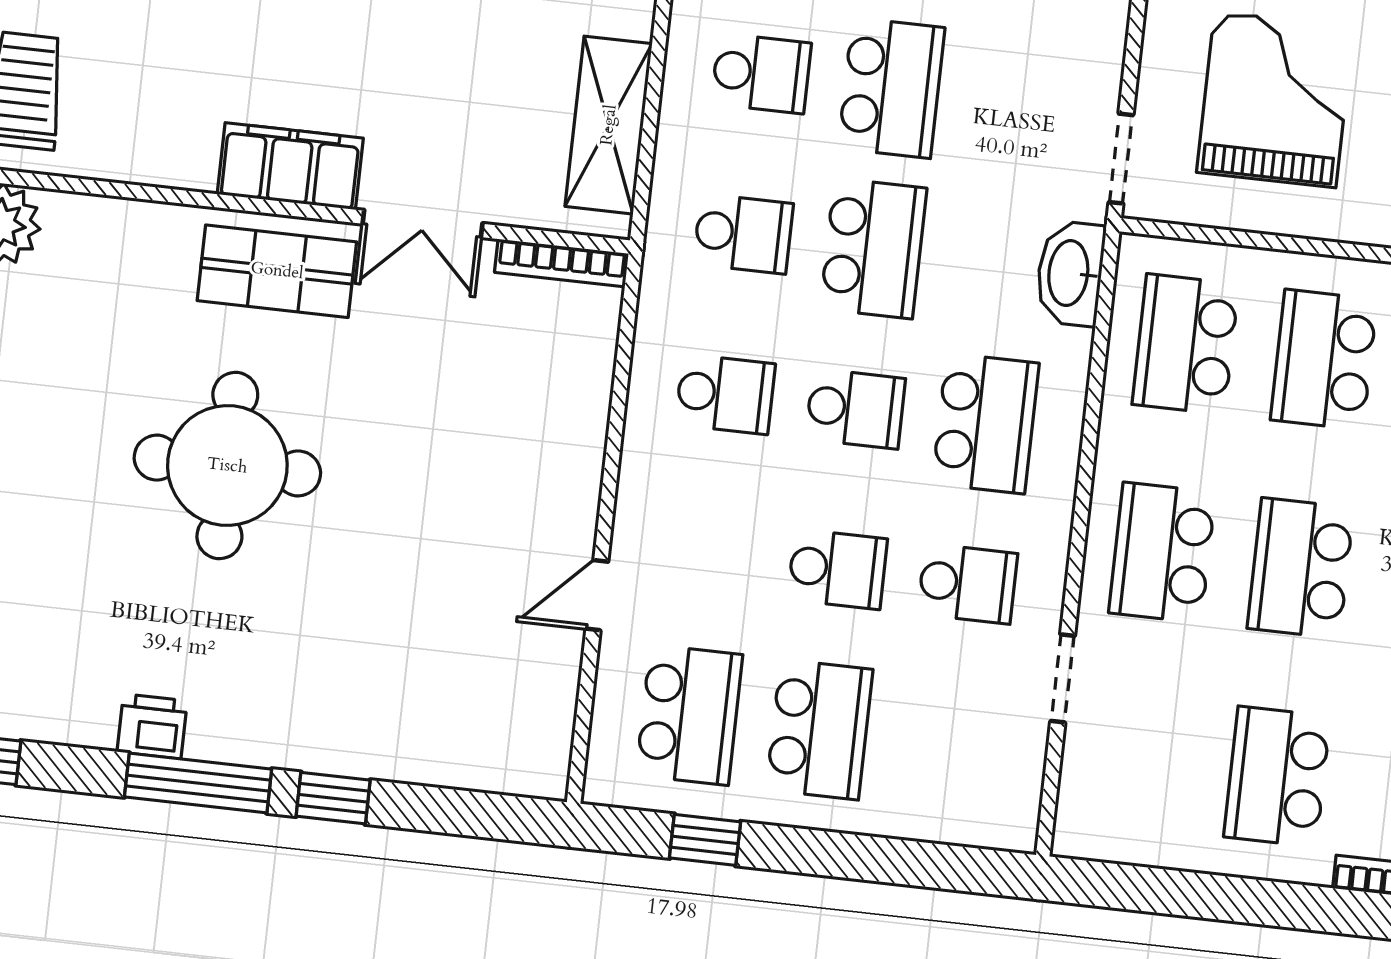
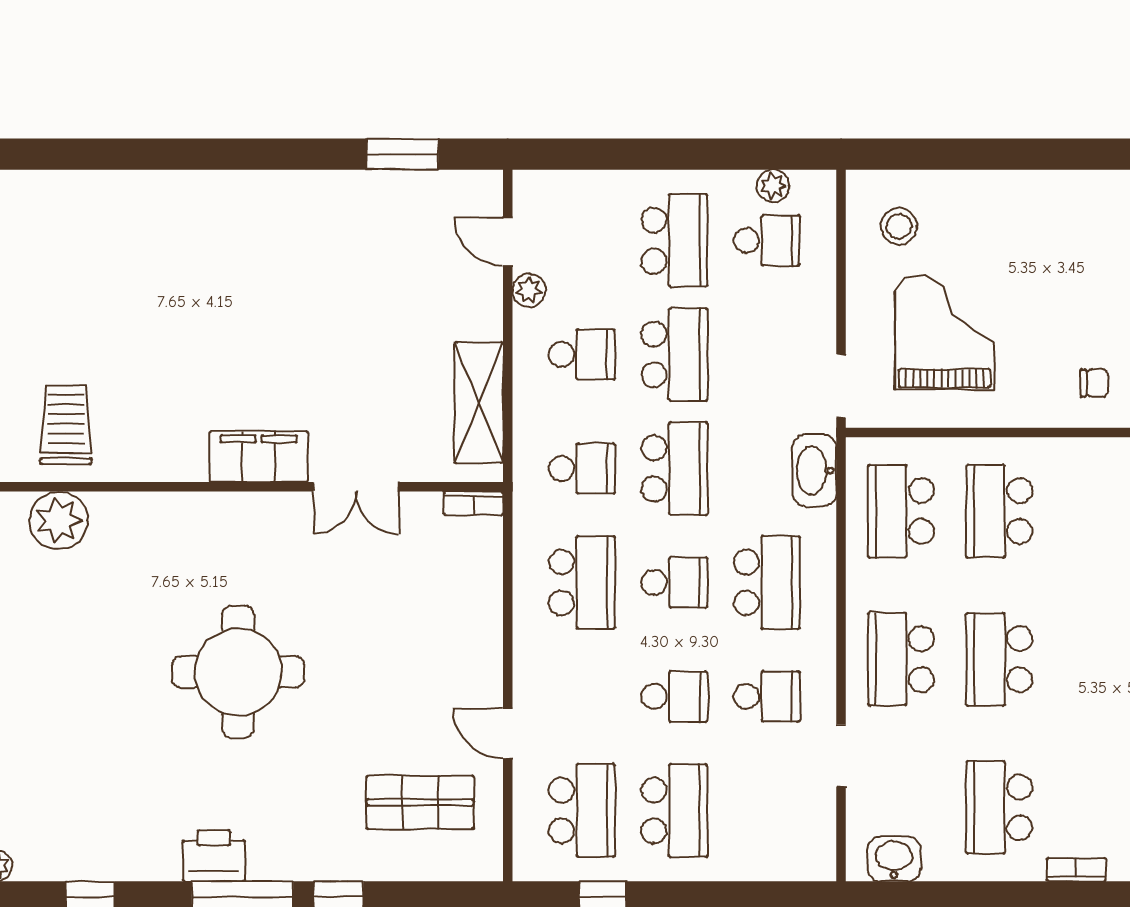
bookcase: (562, 263) -> (473, 503), width x0.64
shop shelf: (277, 271) -> (420, 802), moved
school desk: (725, 394) -> (582, 582), width x1.85
door: (597, 595) -> (508, 734), hinge flipped
printer: (152, 726) -> (214, 856), width x1.36, depth x1.24
washbasin: (1121, 832) -> (894, 859), added

